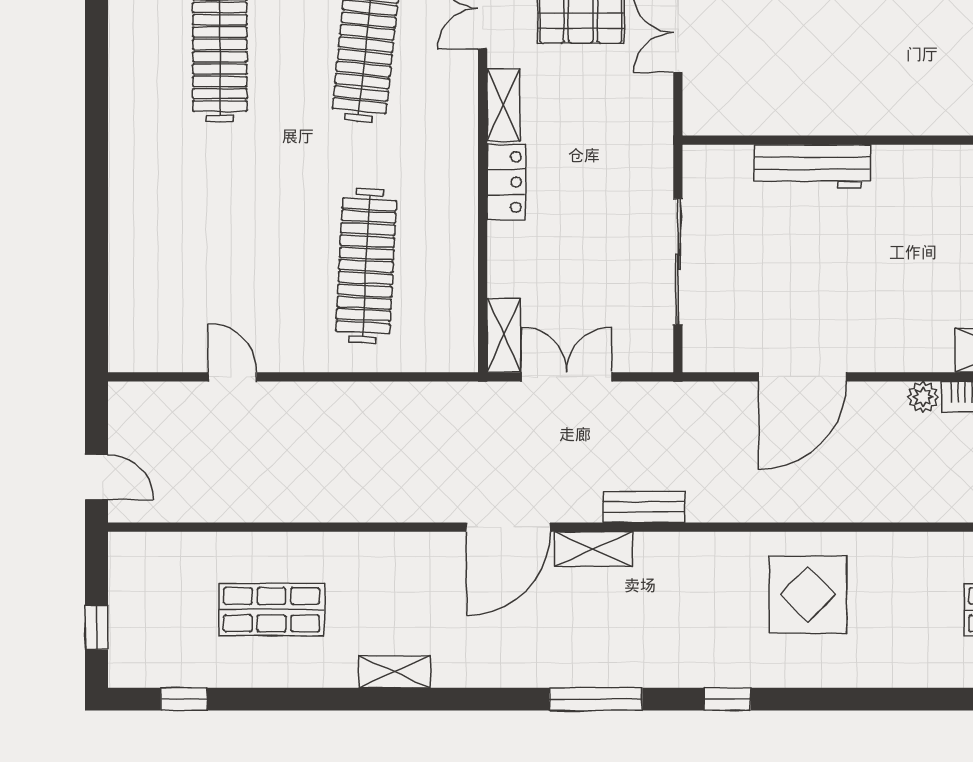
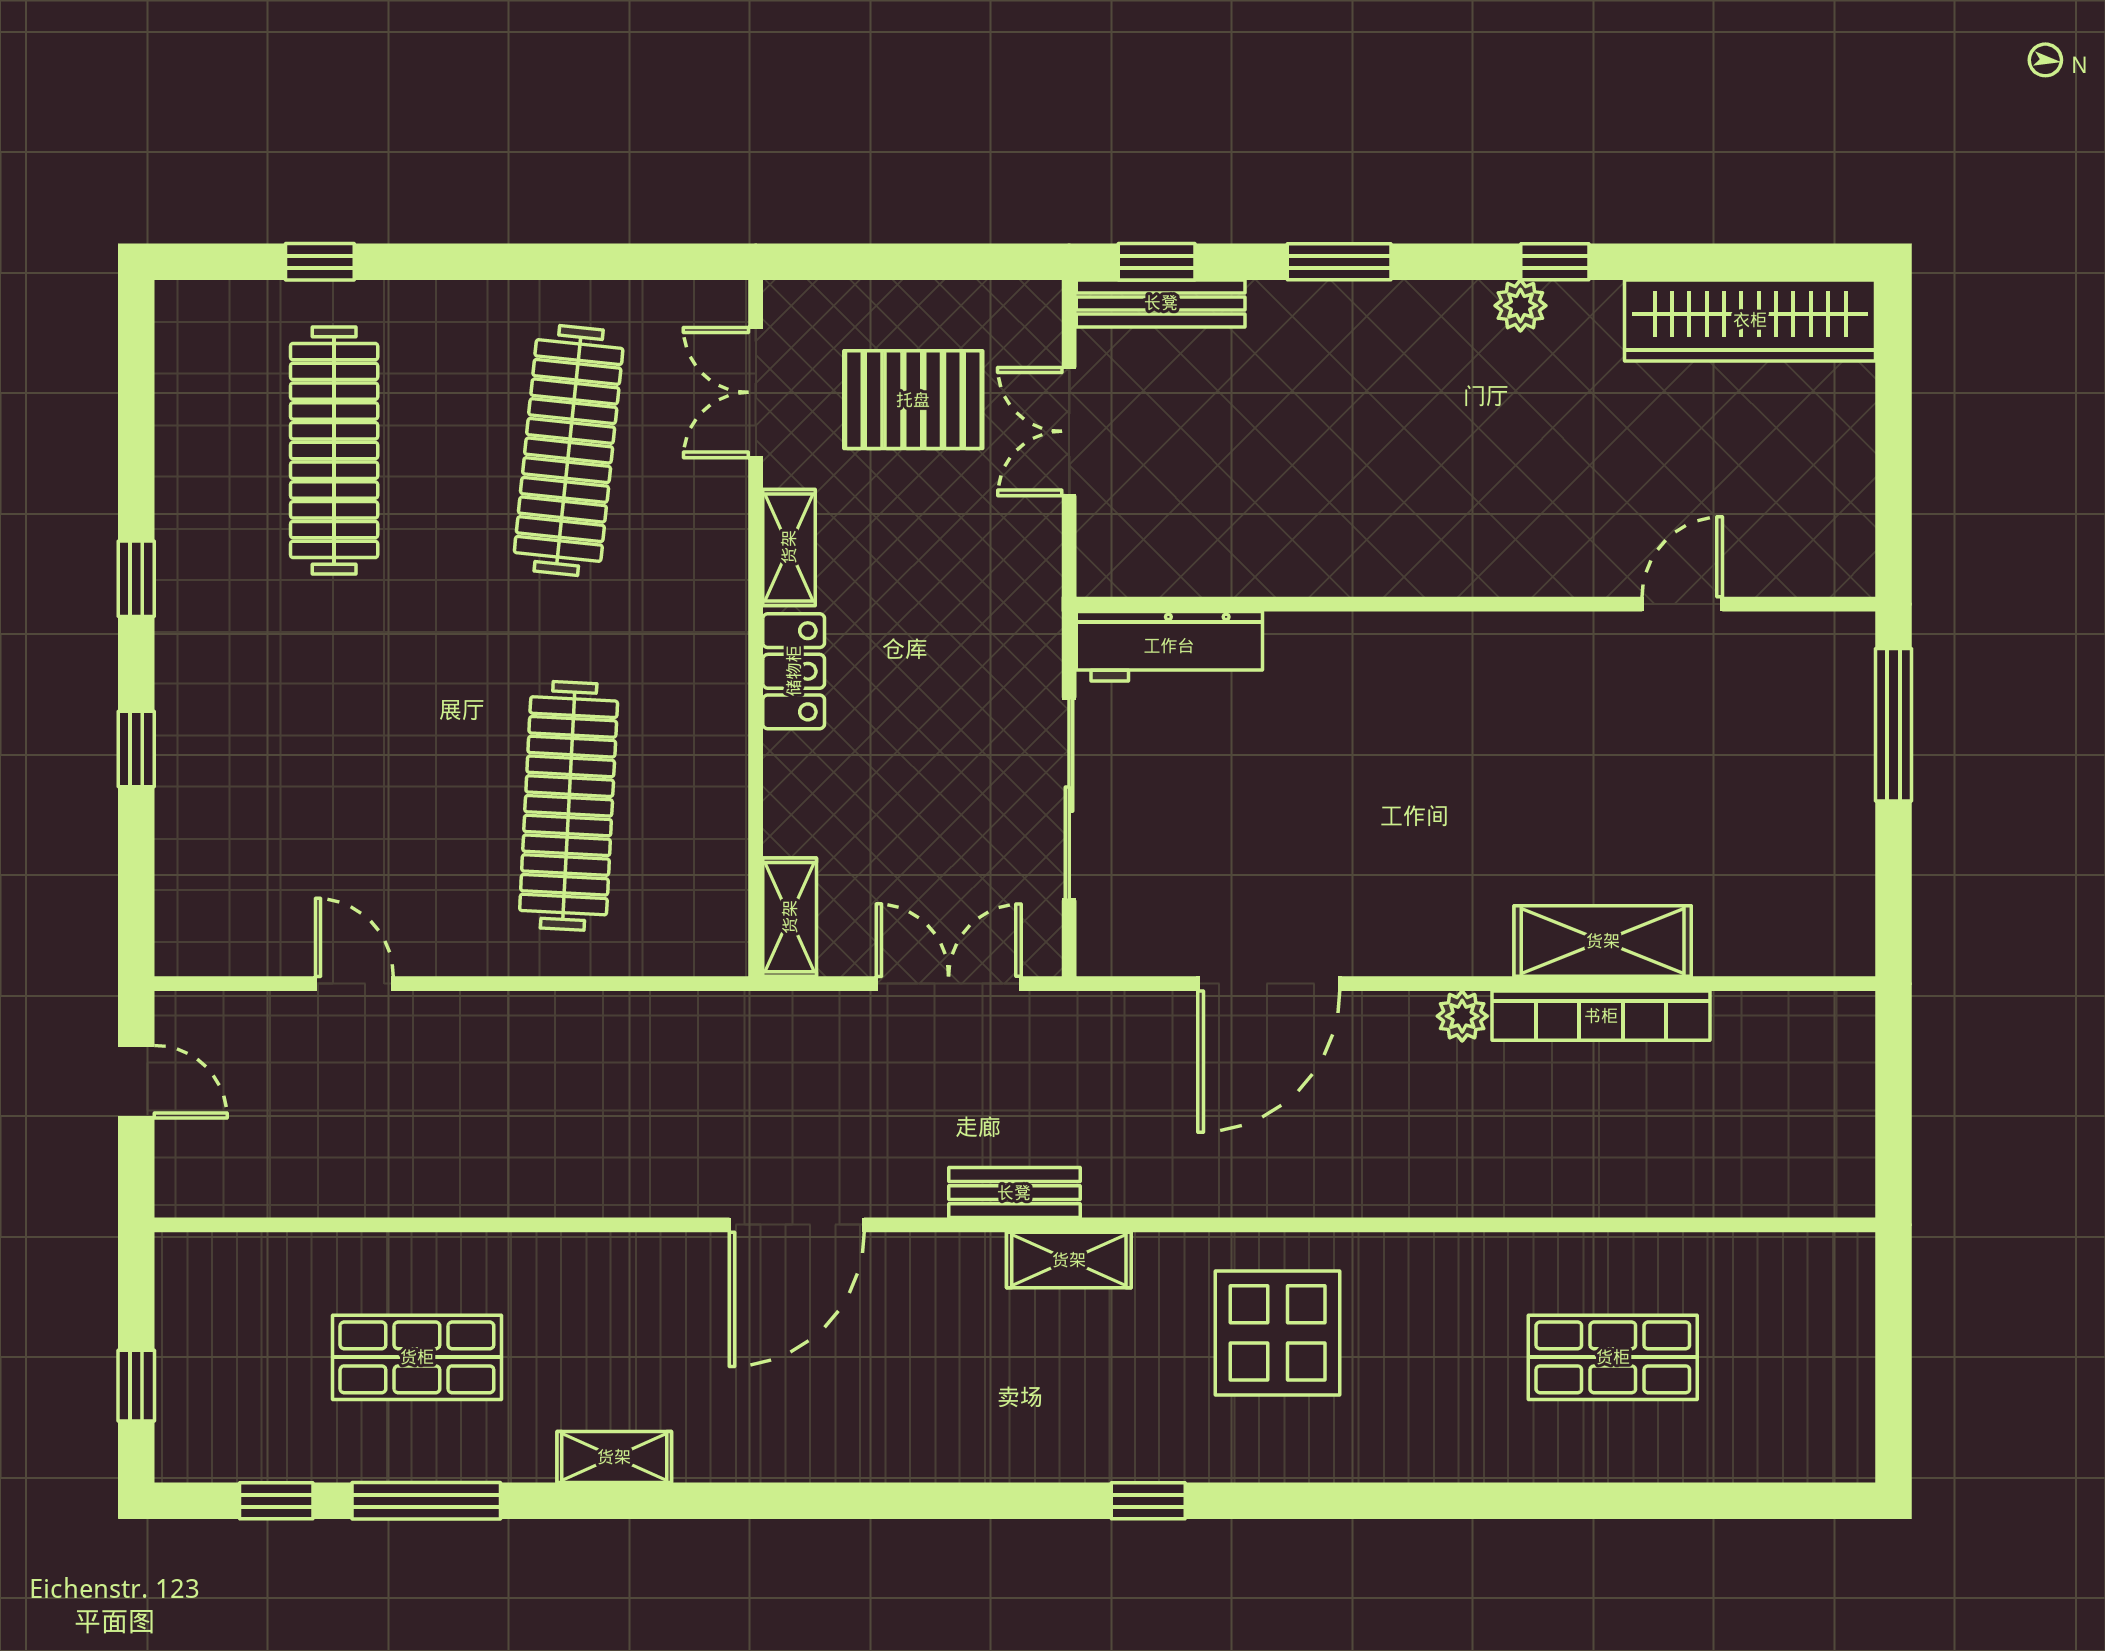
window: (97, 124) -> (136, 579), added
workbench: (812, 166) -> (1169, 646), moved
window: (97, 231) -> (136, 749), added
double door: (567, 377) -> (949, 984), moved
door: (97, 477) -> (136, 1082), moved
shelving: (594, 549) -> (1069, 1260), moved
window: (596, 699) -> (426, 1501), moved

